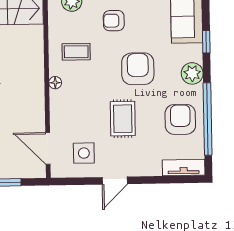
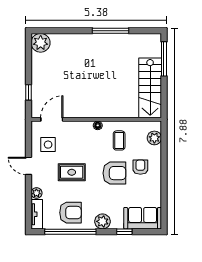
armchair: (138, 69) -> (114, 173), moved
plant: (153, 168) -> (36, 193), added

